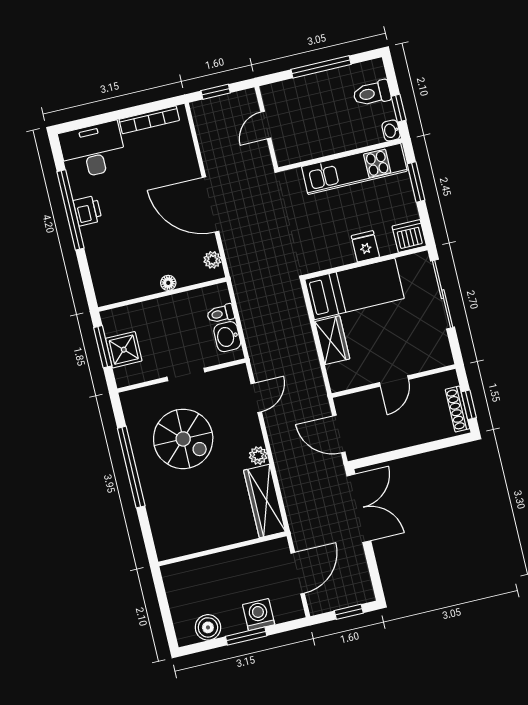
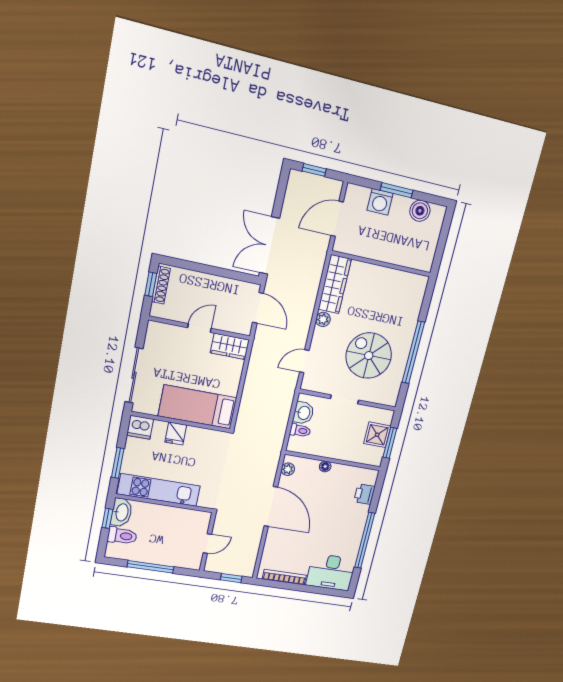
washbasin: (391, 131) -> (121, 512), width x1.91, depth x1.45
printer: (88, 211) -> (364, 494), moved
wardrobe: (332, 340) -> (230, 346), moved, turned -90

